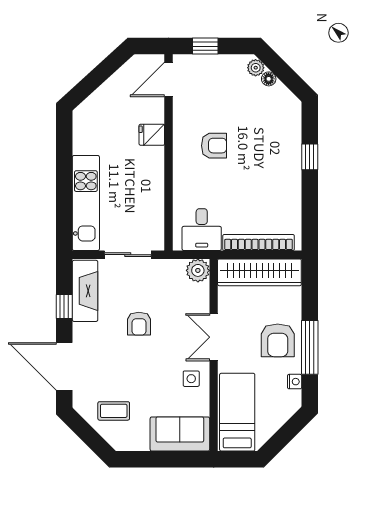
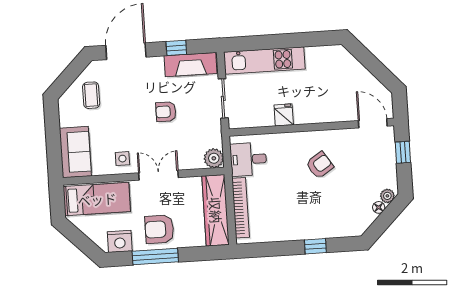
fridge: (152, 135) -> (284, 115), moved
armchair: (214, 146) -> (320, 165), turned -123
nightstand: (295, 382) -> (120, 241), width x1.89, depth x1.79

